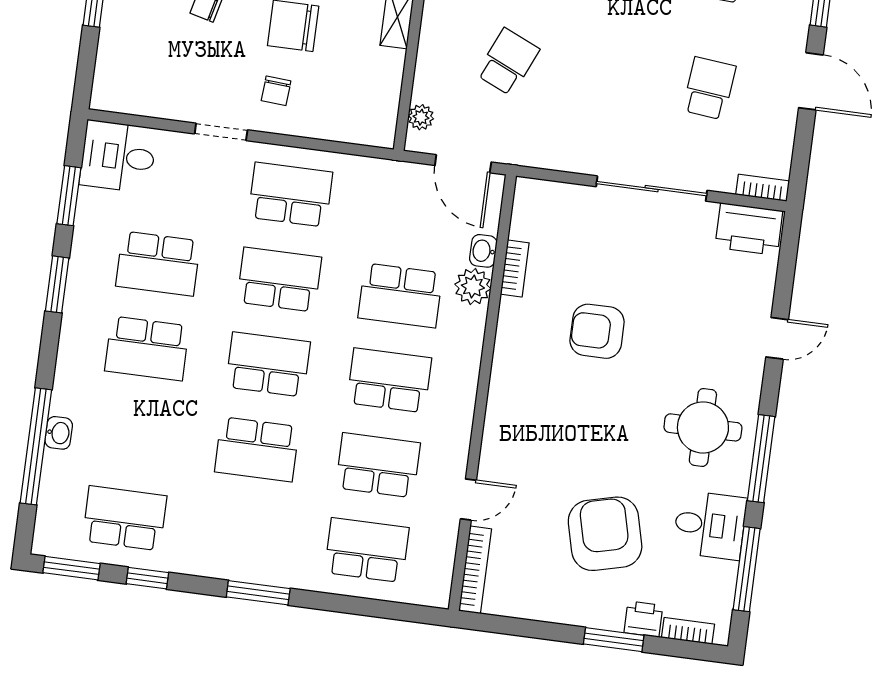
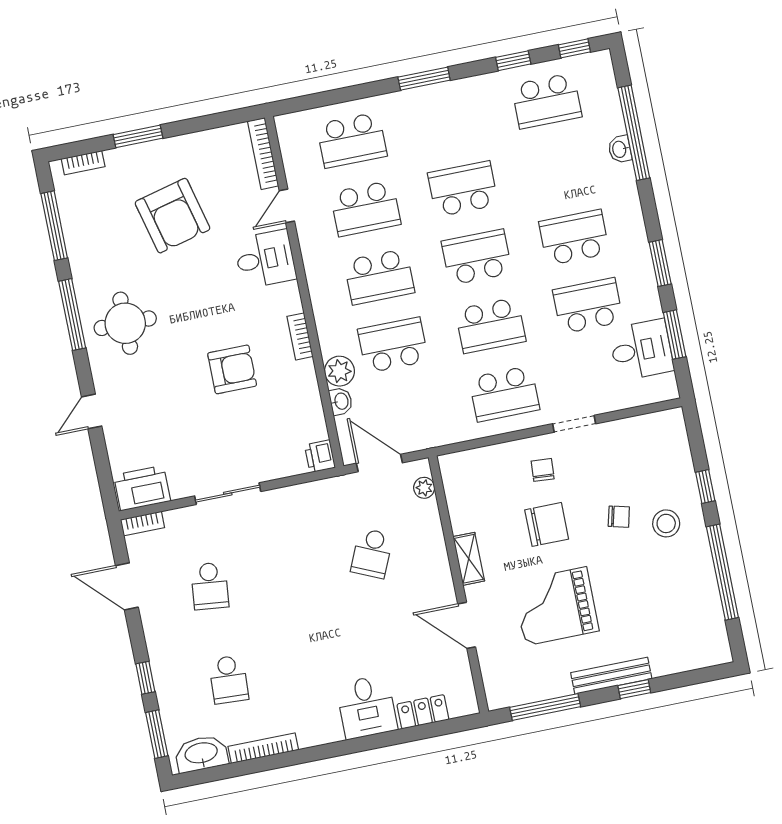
door: (811, 81) -> (127, 586), moved
desk: (118, 157) -> (641, 350), moved
sliding door: (652, 189) -> (228, 494), width x0.73
bookcase: (515, 268) -> (300, 336), moved
school desk: (268, 364) -> (477, 257), turned 180
desk: (710, 525) -> (265, 259), moved, turned 180
window: (71, 568) -> (574, 48), width x0.67
printer: (643, 619) -> (320, 456), moved, turned 90

